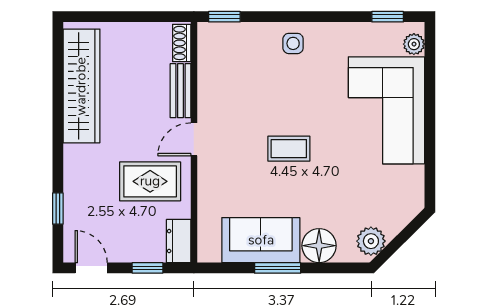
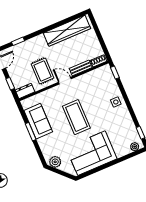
corner sofa: (386, 110) -> (91, 153), moved
coffee table: (289, 149) -> (76, 117), width x1.86, depth x1.72
floor lamp: (319, 246) -> (45, 143), removed

